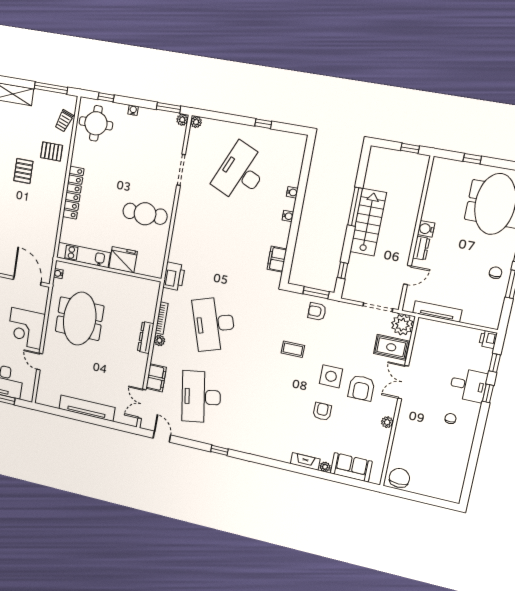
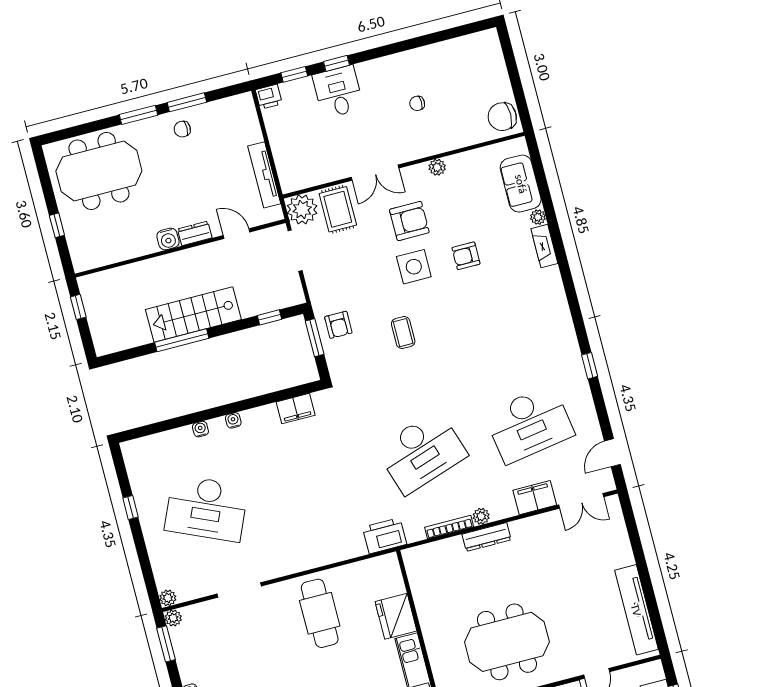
tv unit: (87, 408) -> (636, 610), moved
chair: (450, 419) -> (417, 103), moved

